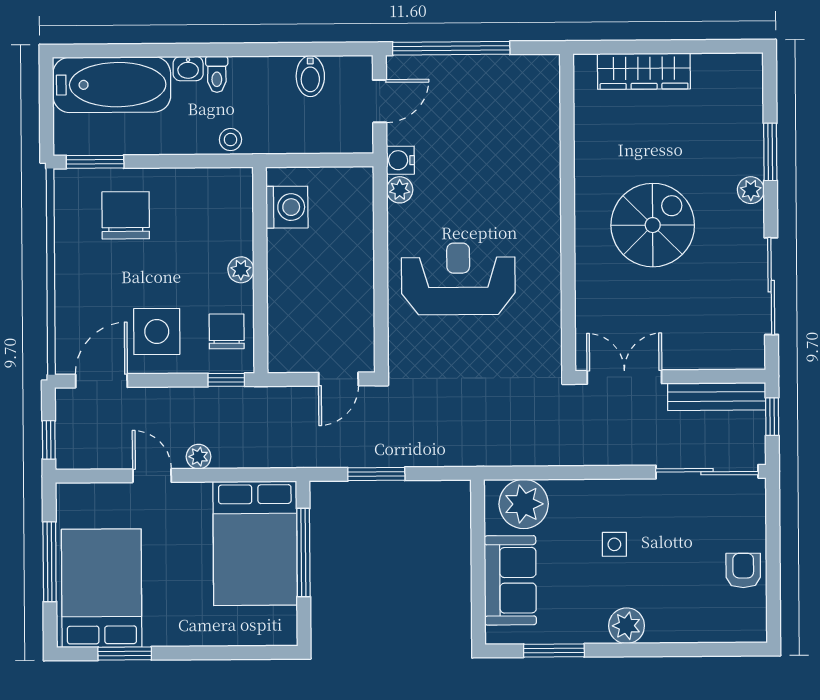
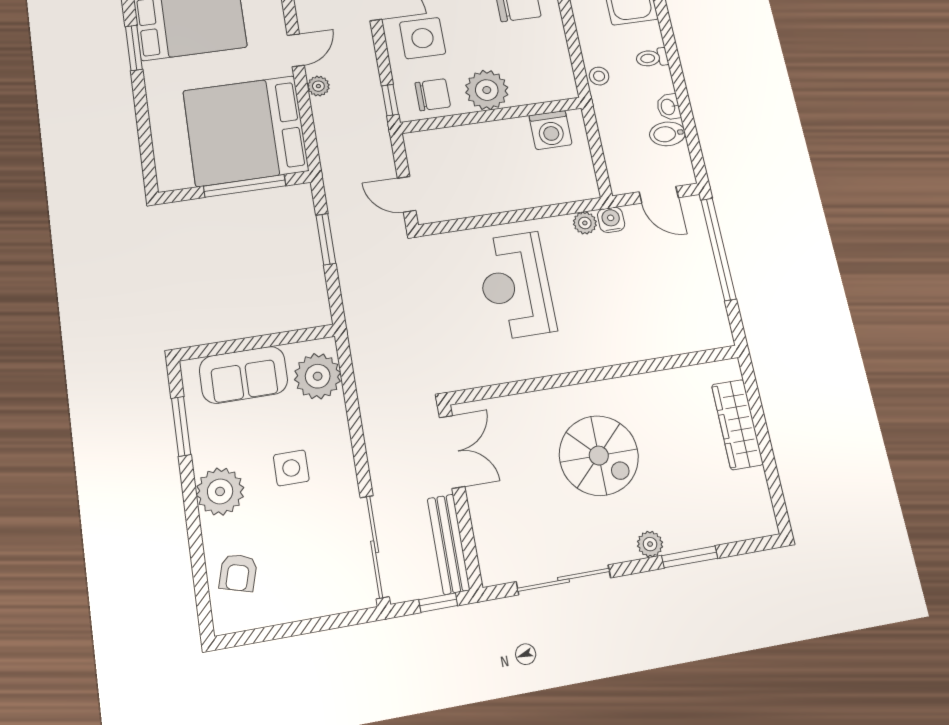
washbasin: (188, 69) -> (669, 107), moved
plant: (241, 270) -> (487, 90), width x1.87, depth x1.87
reception desk: (458, 279) -> (516, 286), turned 180
bed: (255, 543) -> (246, 131), width x1.36
side table: (614, 544) -> (291, 468), width x1.37, depth x1.37
armchair: (743, 570) -> (238, 573), moved, turned 106
plant: (627, 626) -> (220, 491), width x1.36, depth x1.36

